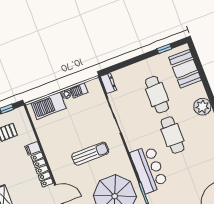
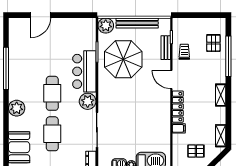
plant: (134, 141) -> (88, 101), added
sun lounger: (90, 154) -> (130, 105), removed

